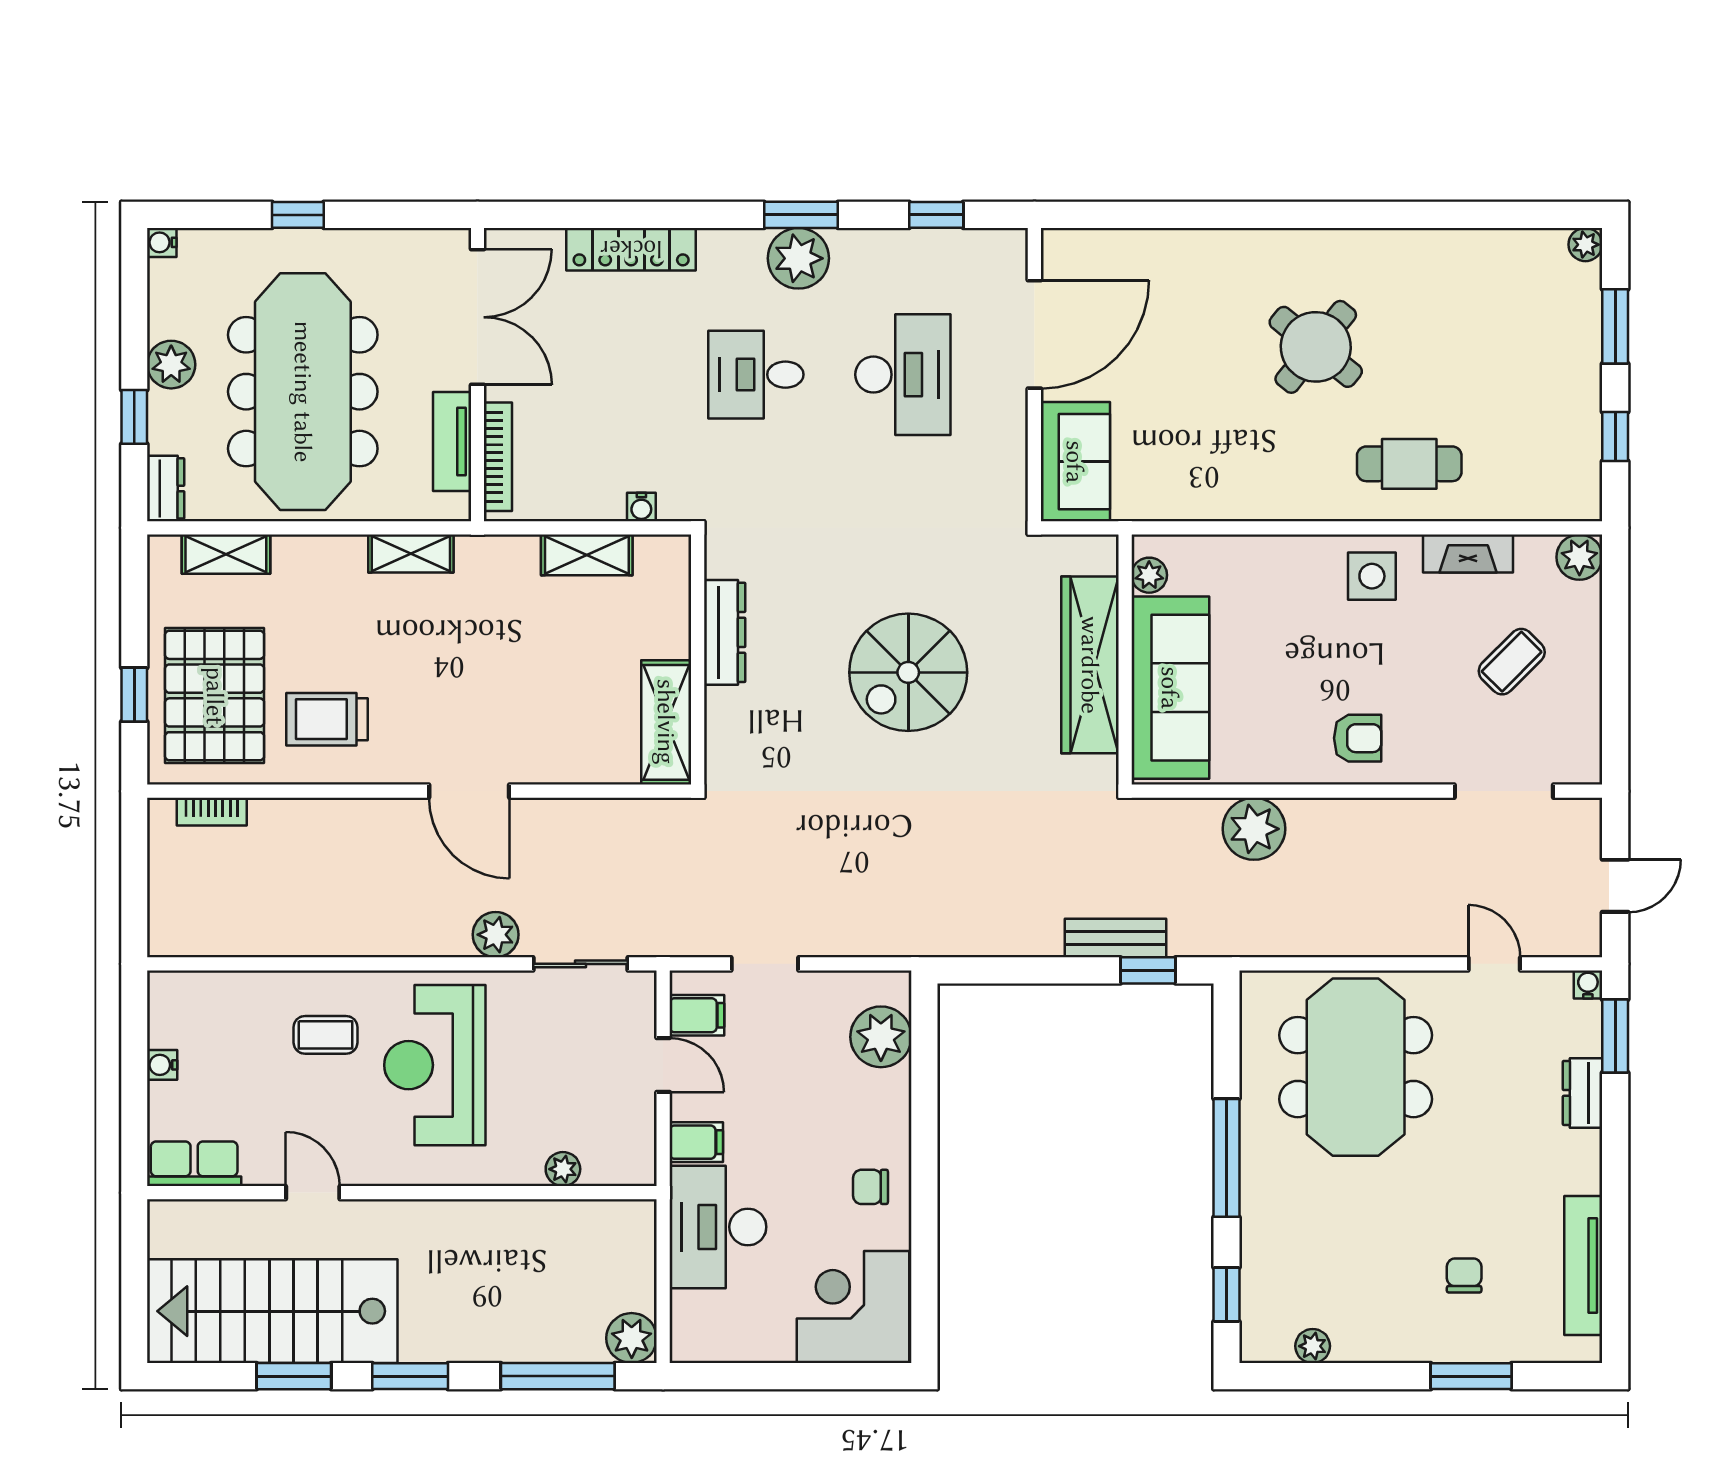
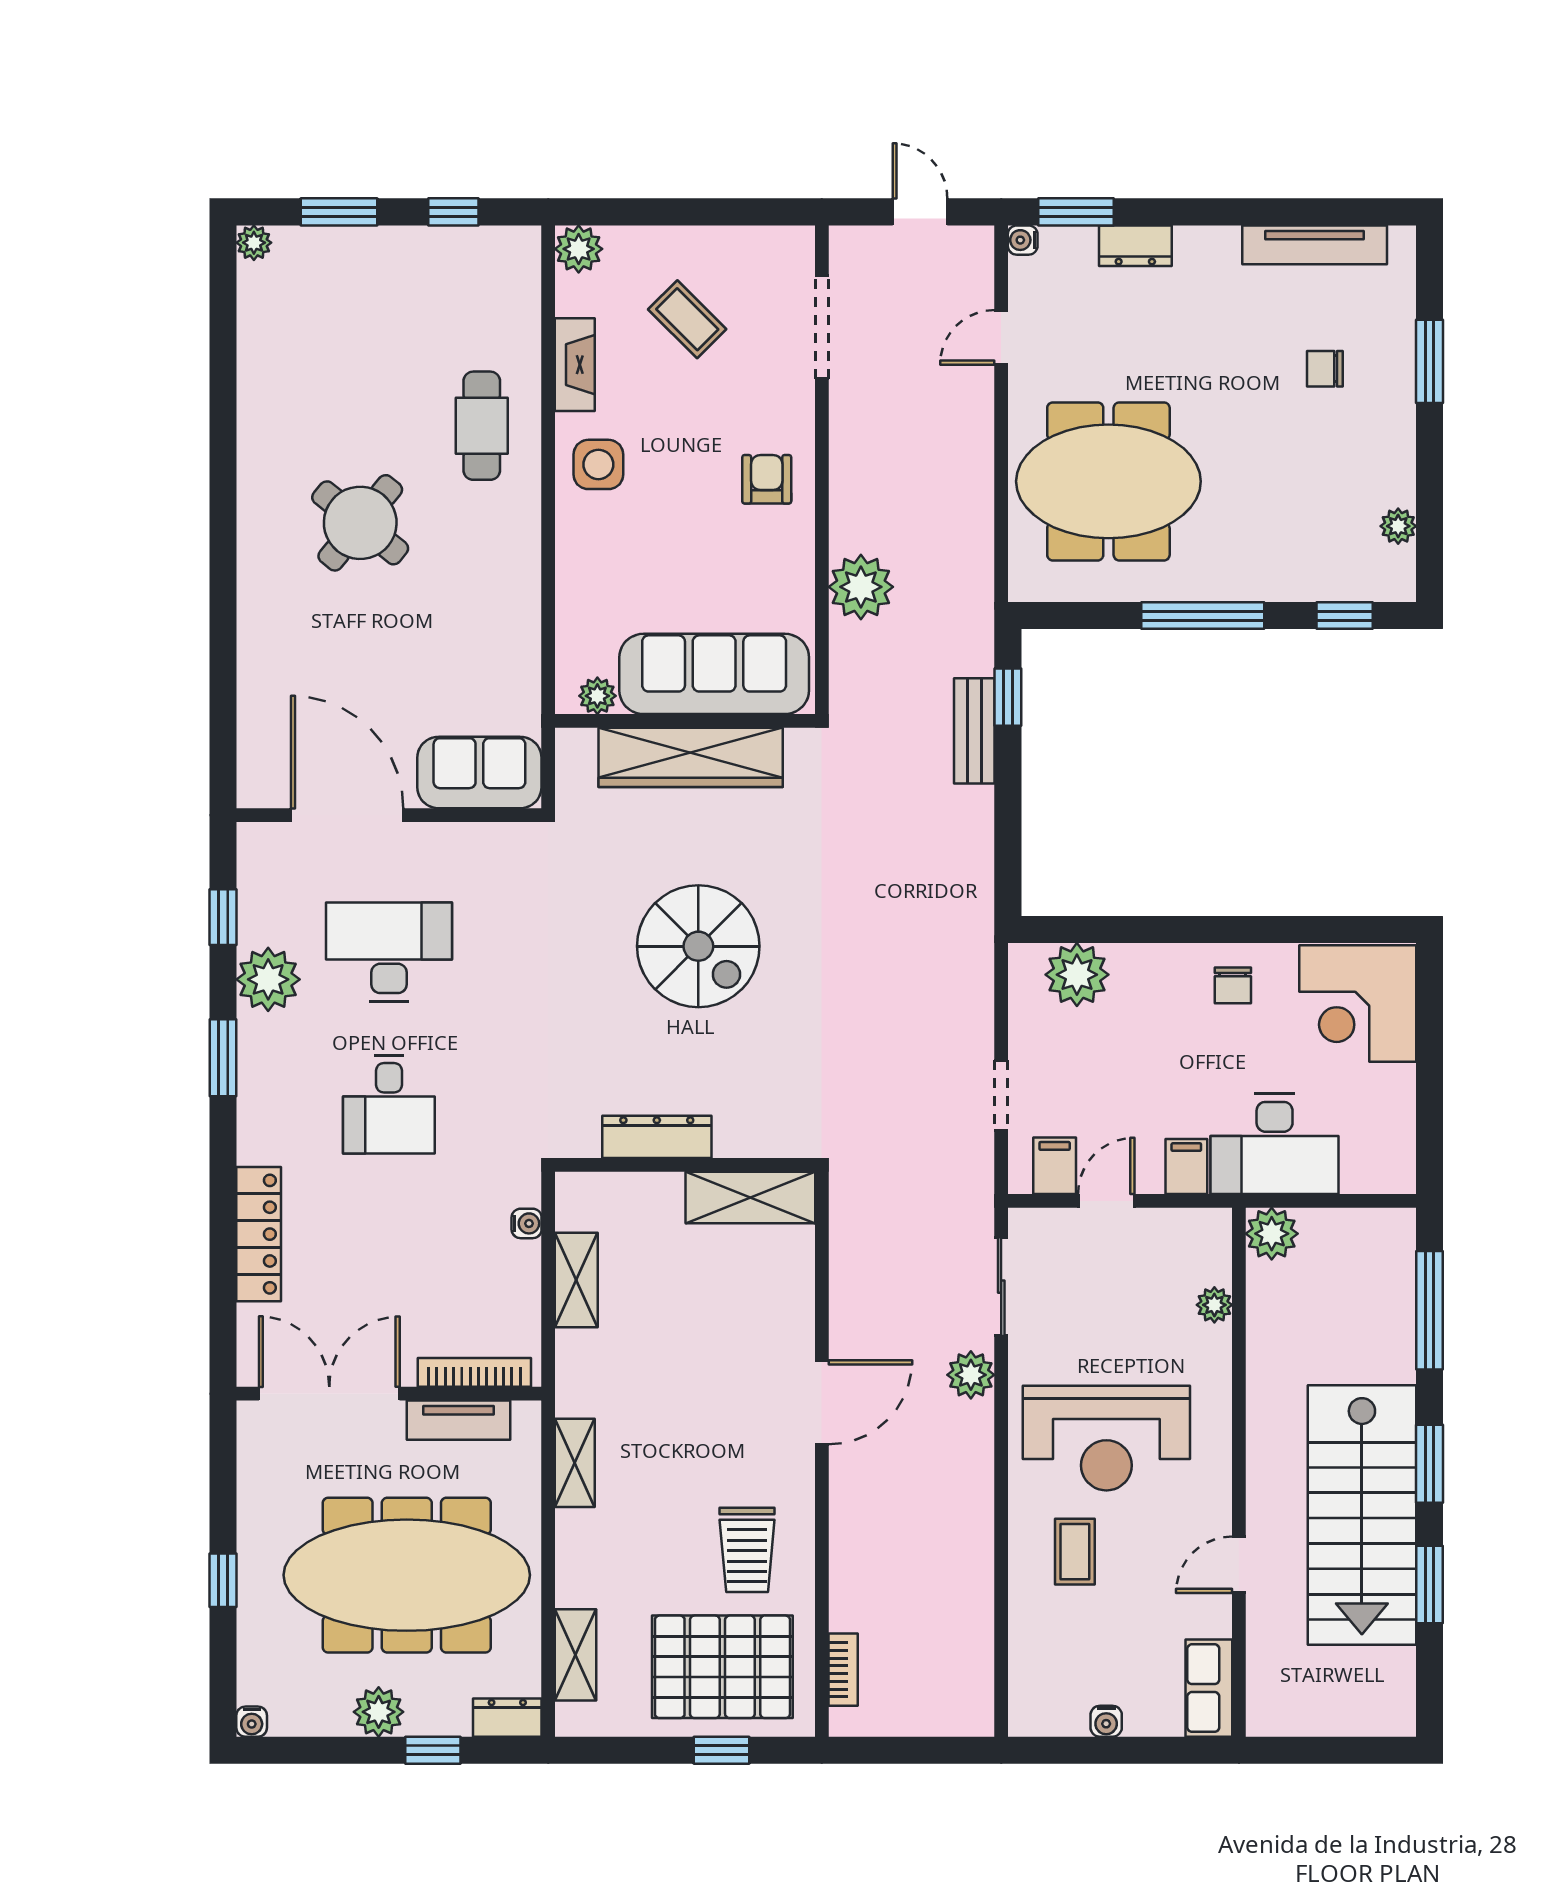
plant: (798, 258) -> (268, 979), moved
stairs: (272, 1311) -> (1362, 1515), moved
plant: (632, 1338) -> (1272, 1234), moved

